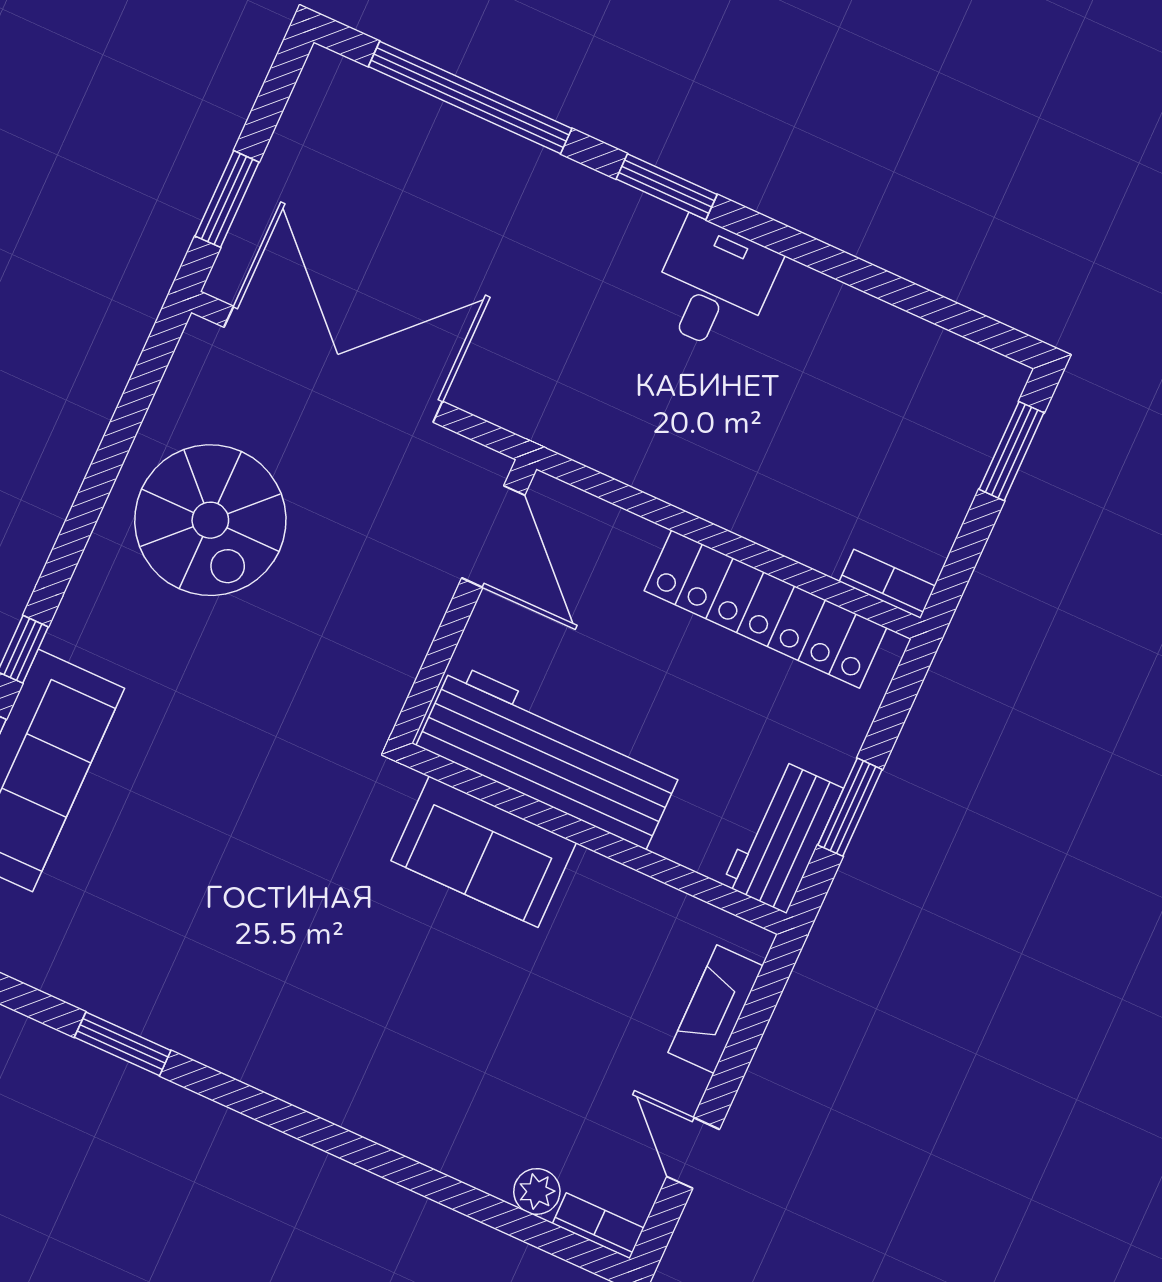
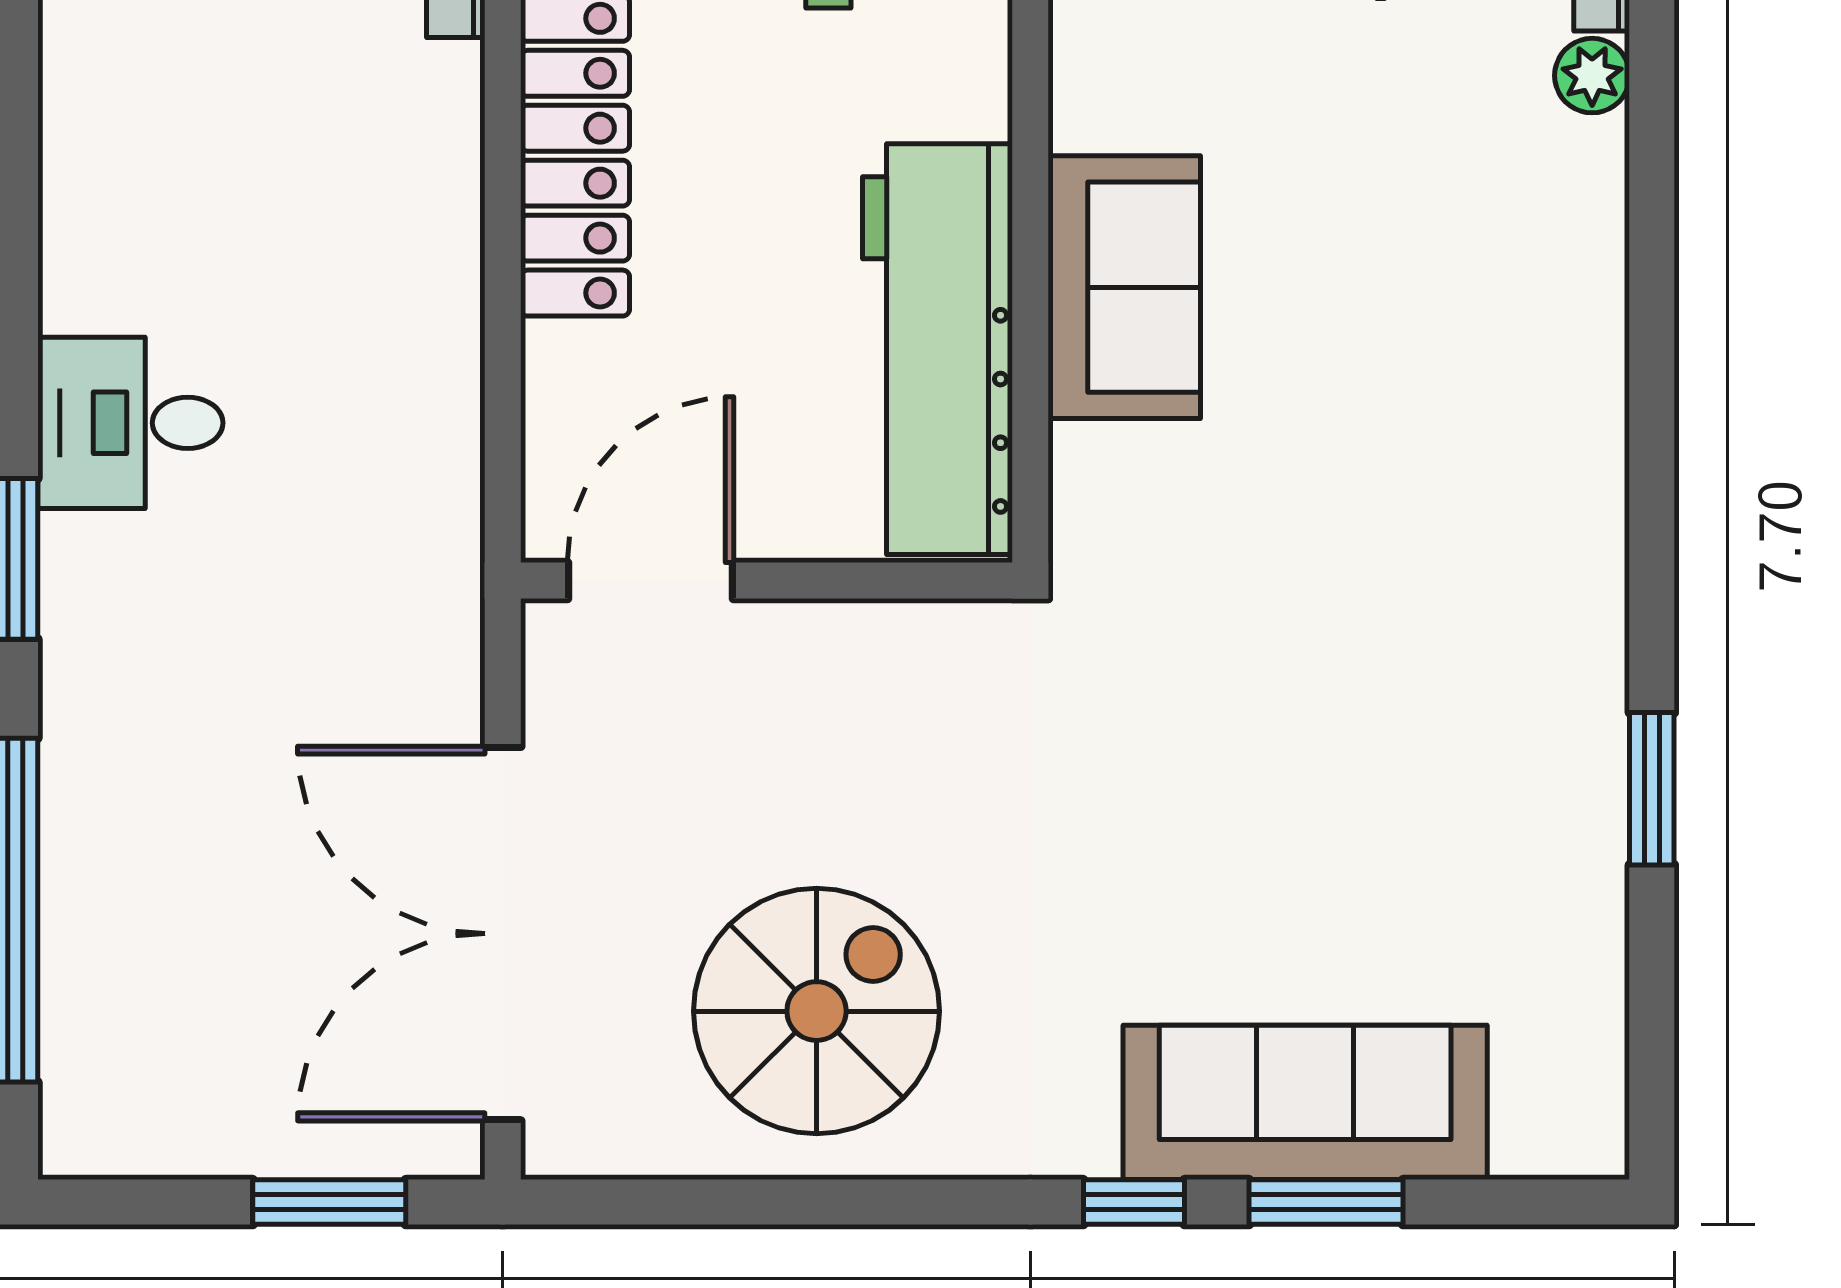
sofa: (484, 852) -> (1124, 287), moved

